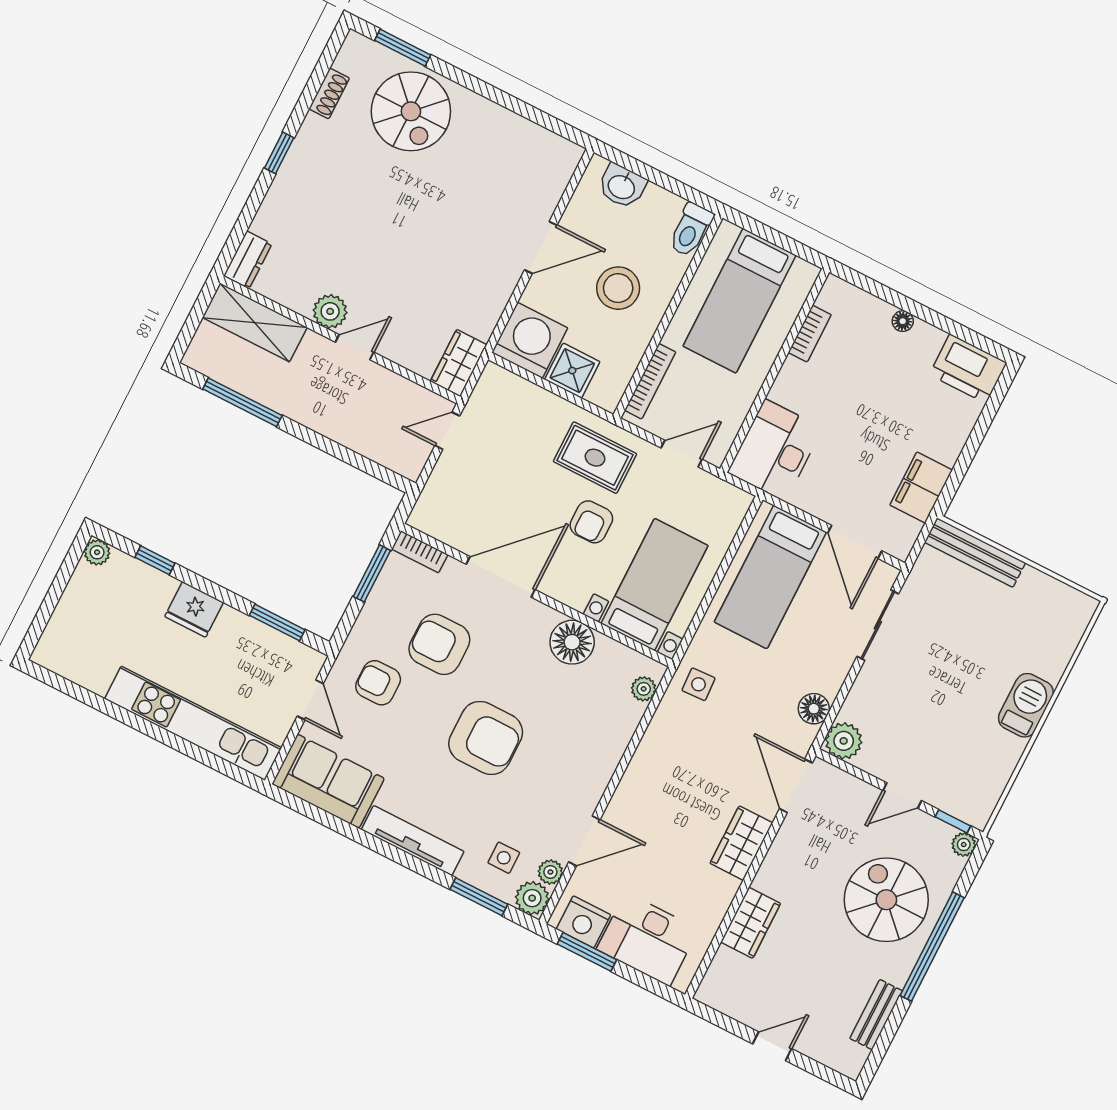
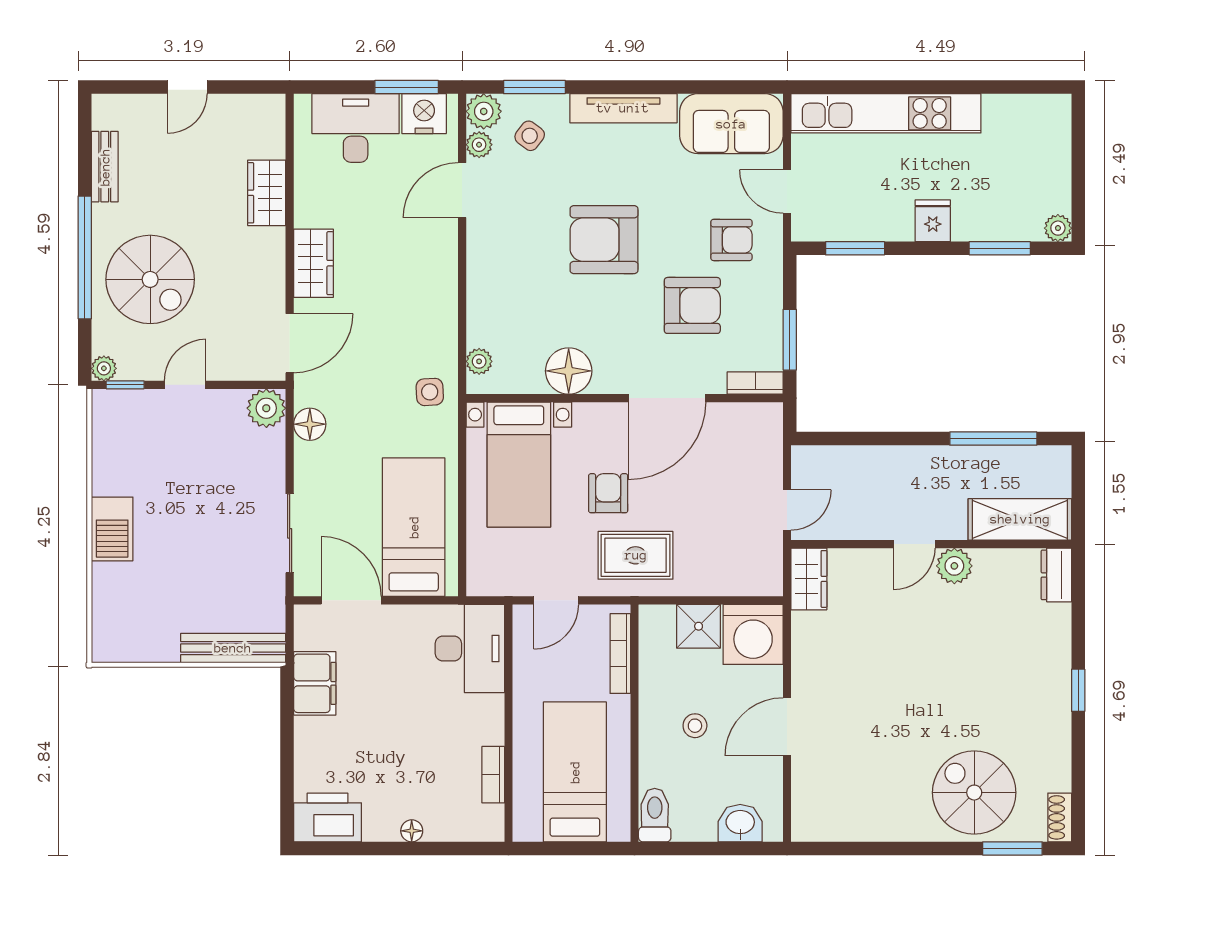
shoe rack: (329, 93) -> (1060, 817), moved
stool: (618, 288) -> (695, 726), width x0.53, depth x0.53
window: (155, 560) -> (1000, 248), width x1.50
fridge: (194, 609) -> (933, 221), width x0.72
door: (796, 786) -> (290, 343), hinge flipped
side table: (504, 858) -> (530, 136), turned 37

